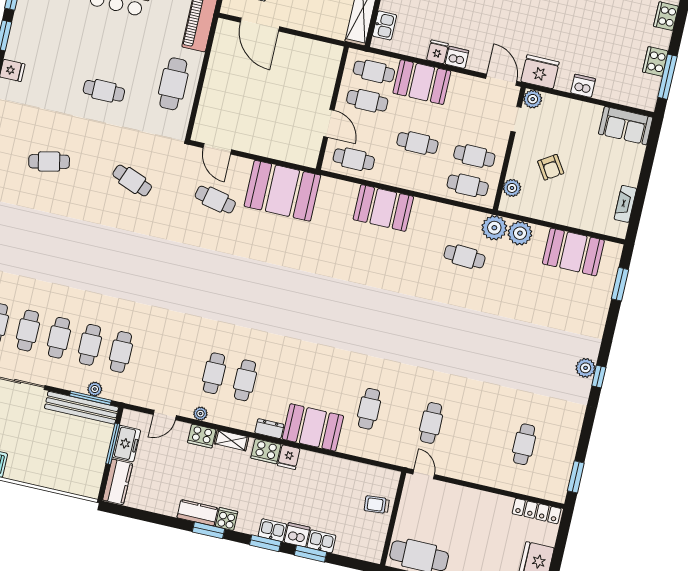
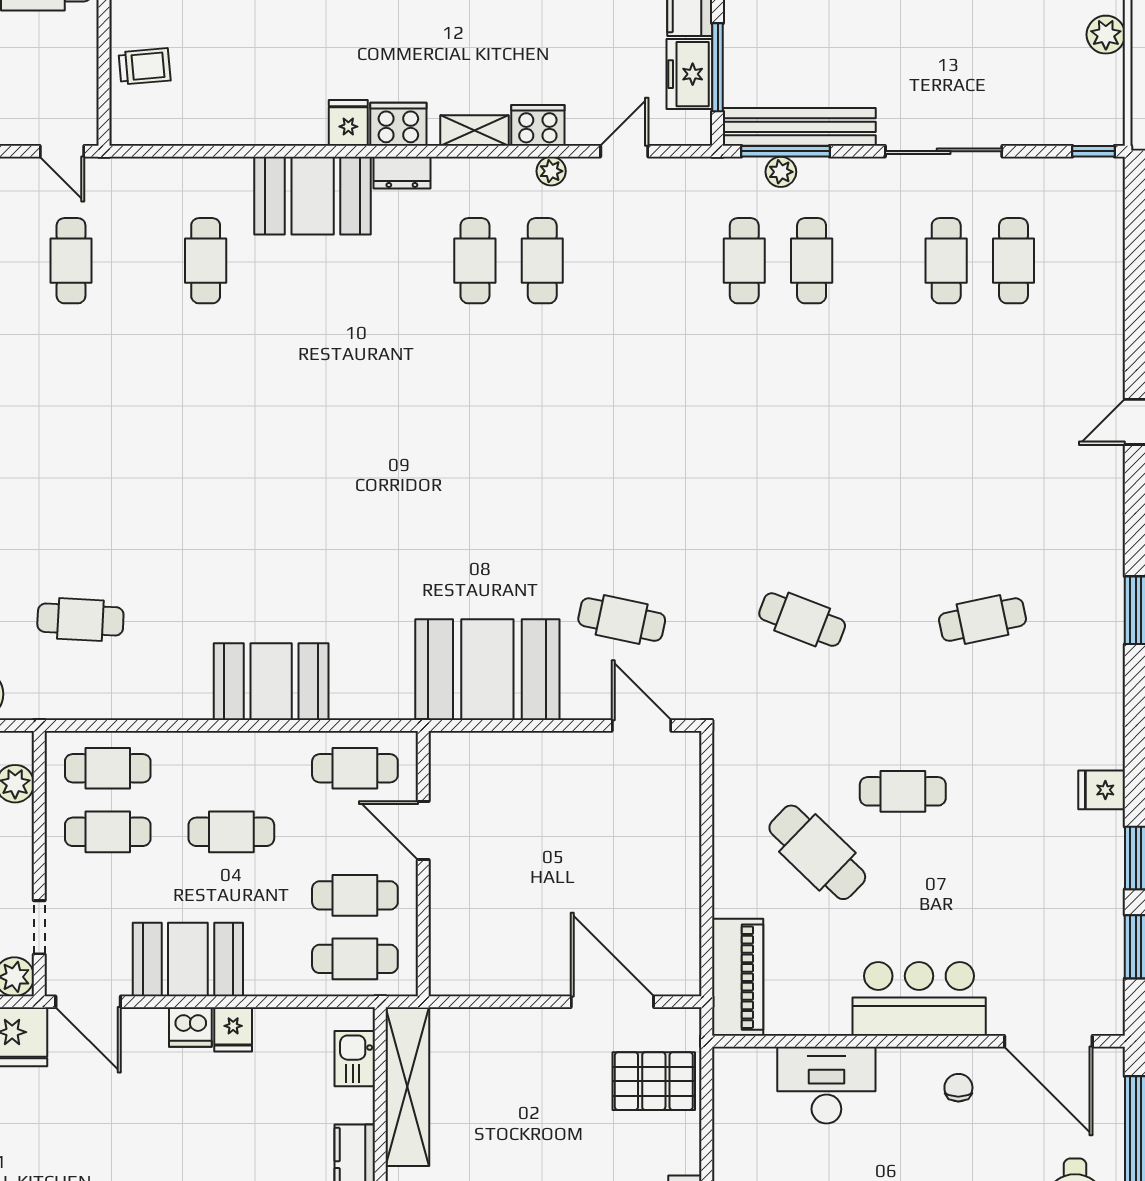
booth: (422, 82) -> (188, 959), moved
cafe table: (173, 84) -> (817, 852), moved, turned -46
plant: (494, 228) -> (33, 693), removed
cafe table: (59, 338) -> (879, 261), removed

